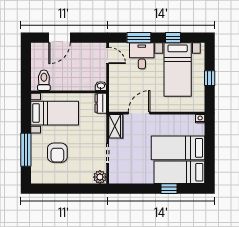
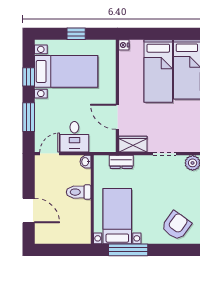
desk: (142, 56) -> (74, 137), moved, turned -90
toilet: (44, 80) -> (79, 192), moved
dresser: (101, 103) -> (121, 162), moved
window: (26, 150) -> (128, 250), moved
armchair: (57, 153) -> (176, 226), moved, turned -54

